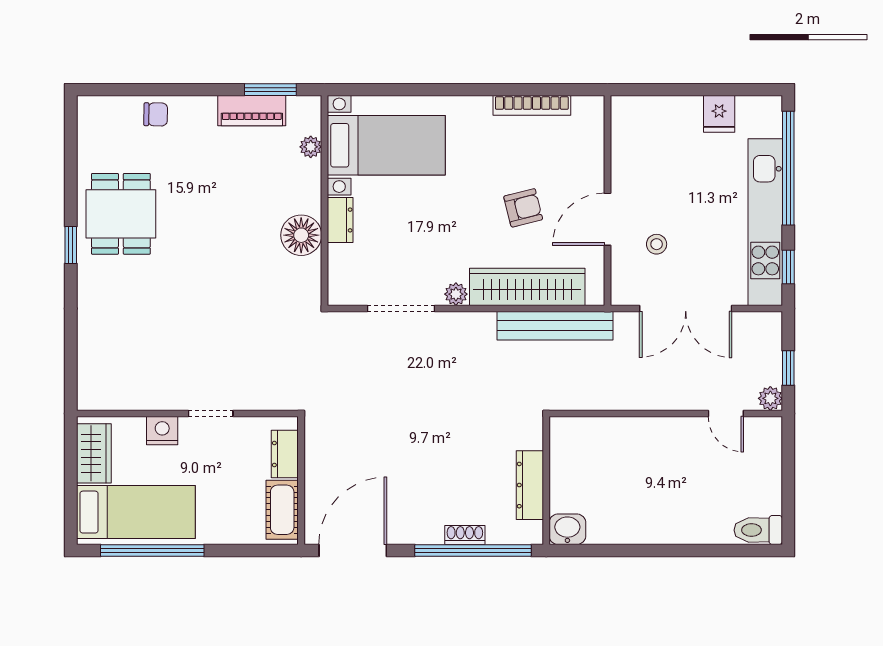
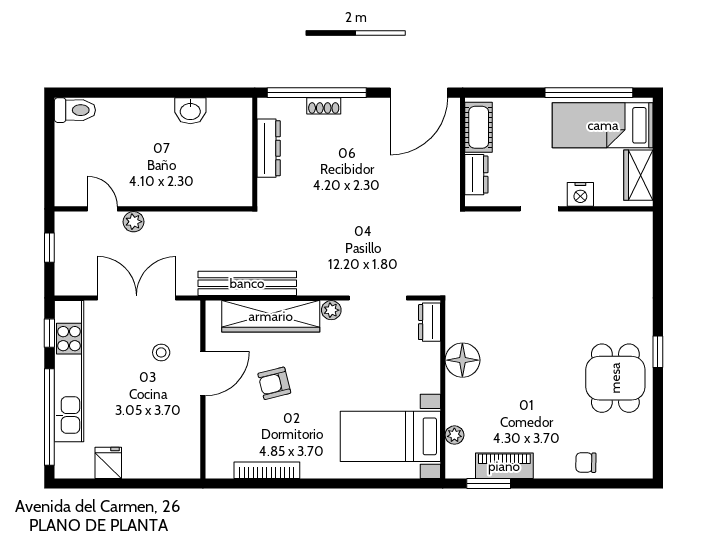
dresser: (340, 220) -> (429, 322), moved
plant: (770, 398) -> (134, 222), moved
washbasin: (567, 529) -> (190, 111), moved

